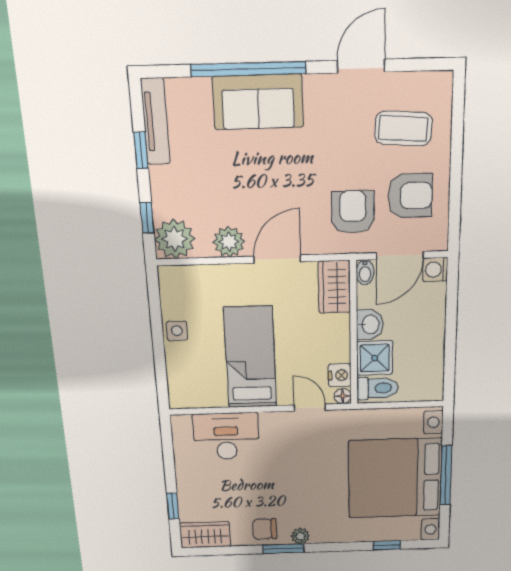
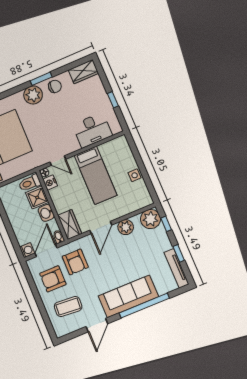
sofa: (258, 102) -> (128, 296), width x1.36
window: (173, 506) -> (113, 100), moved
plant: (300, 536) -> (33, 95), width x1.88, depth x1.88

